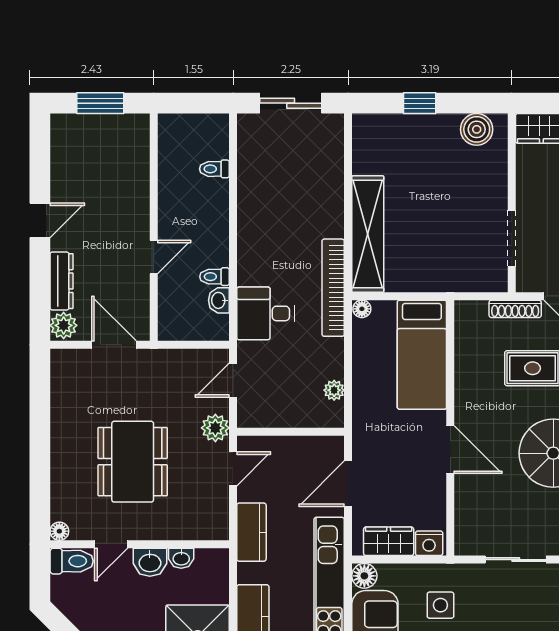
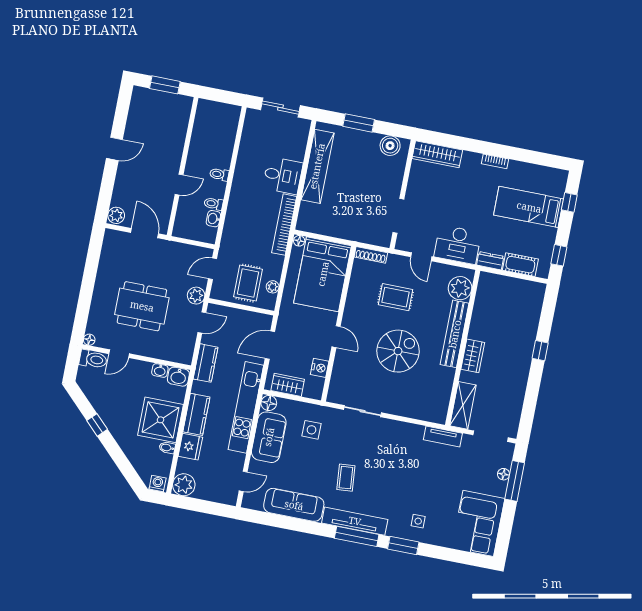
window: (420, 103) -> (359, 123), width x1.50
toilet: (214, 169) -> (219, 174), moved
shelving: (368, 234) -> (317, 166), moved
dresser: (62, 281) -> (120, 188), removed
shoe rack: (515, 309) -> (371, 255), moved
desk: (265, 313) -> (283, 176), moved, turned 180
bed: (422, 355) -> (323, 274), width x1.50
rug: (294, 392) -> (248, 283), added
door: (450, 449) -> (336, 337), width x0.73
dining table: (133, 462) -> (142, 306), turned 90
nightstand: (429, 543) -> (320, 368), moved, turned -90
washbasin: (150, 562) -> (178, 377), moved

